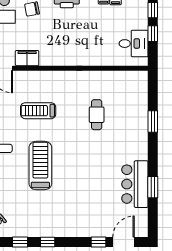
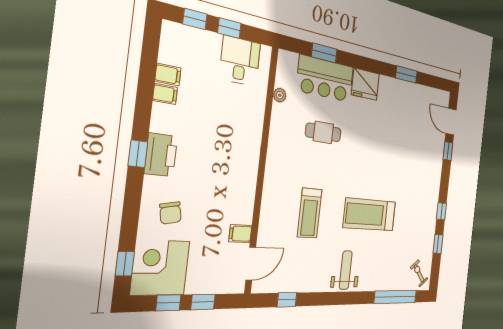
filing cabinet: (27, 58) -> (240, 234), width x0.50
plant: (117, 76) -> (280, 95), added
window: (153, 122) -> (324, 53), moved
fridge: (138, 148) -> (365, 84), added
bar counter: (135, 184) -> (325, 79), moved

